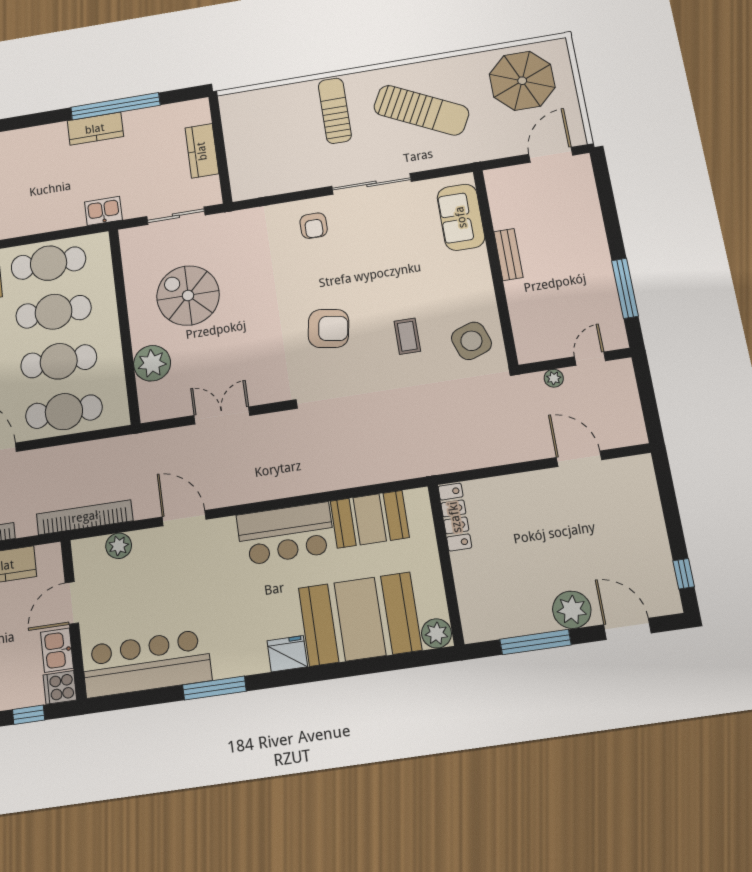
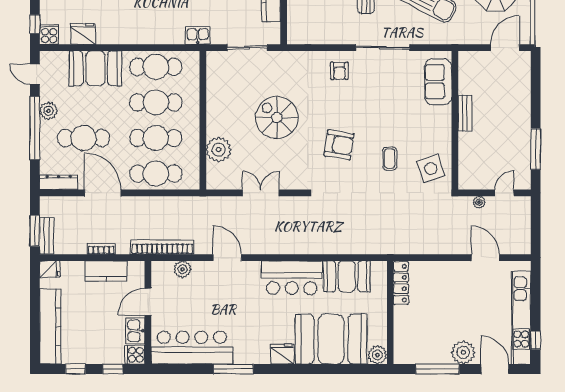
spiral stairs: (188, 295) -> (277, 118), moved
kitchen unit: (653, 542) -> (521, 318), added

